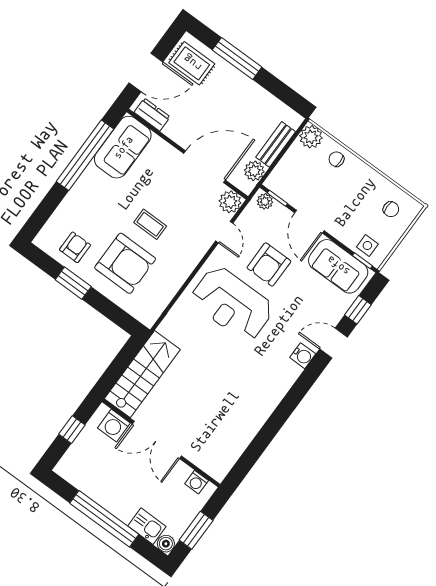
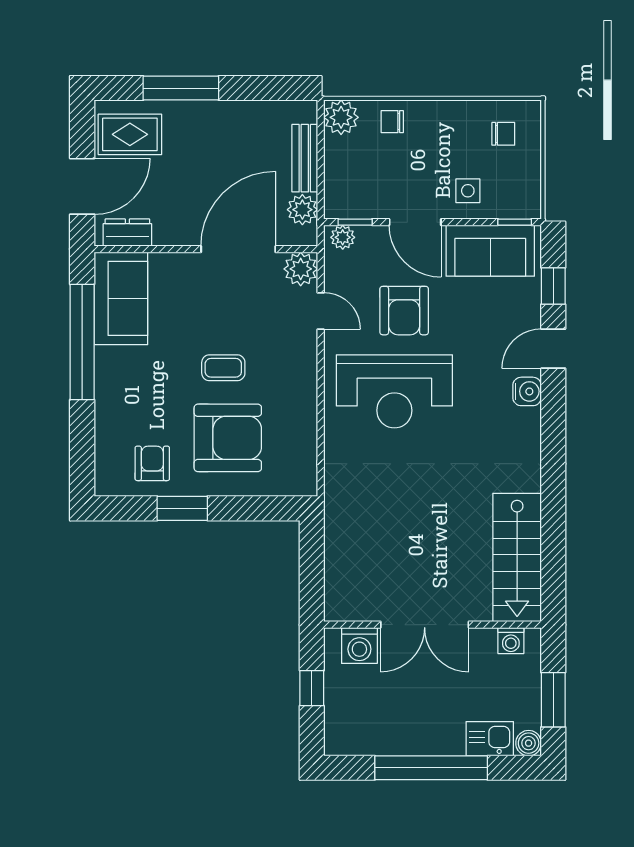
side table: (367, 245) -> (468, 191), moved
stairs: (142, 374) -> (517, 557), moved, turned 180

